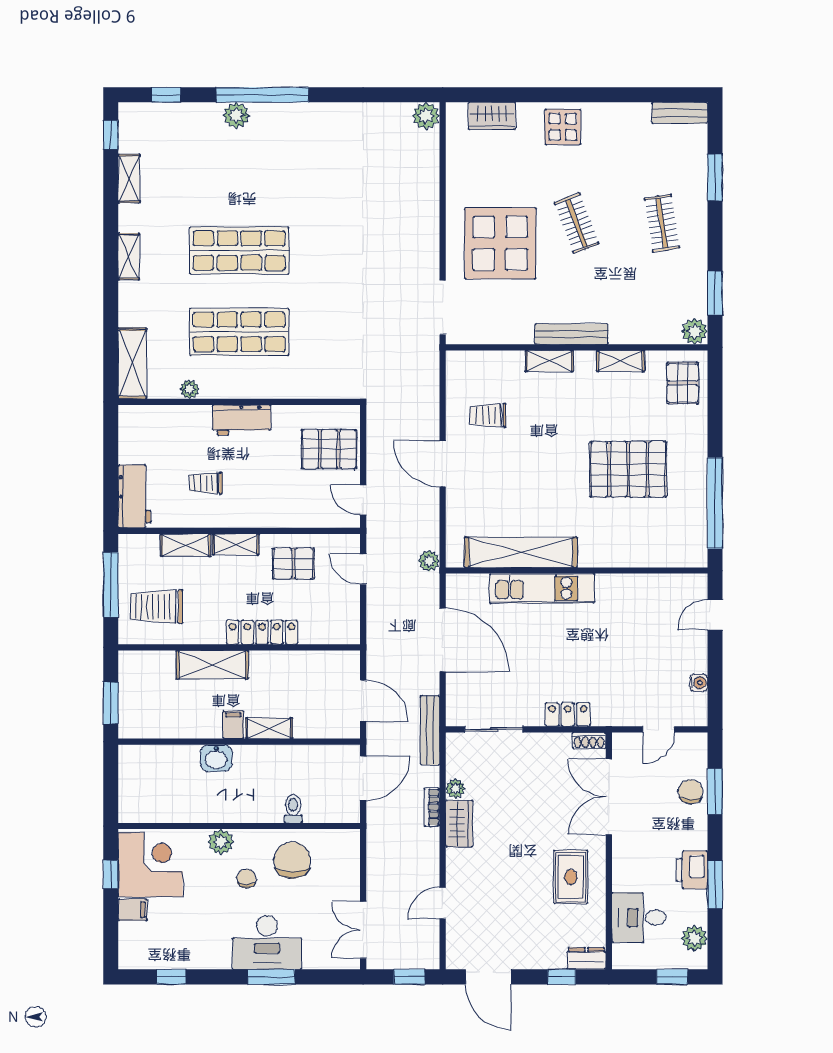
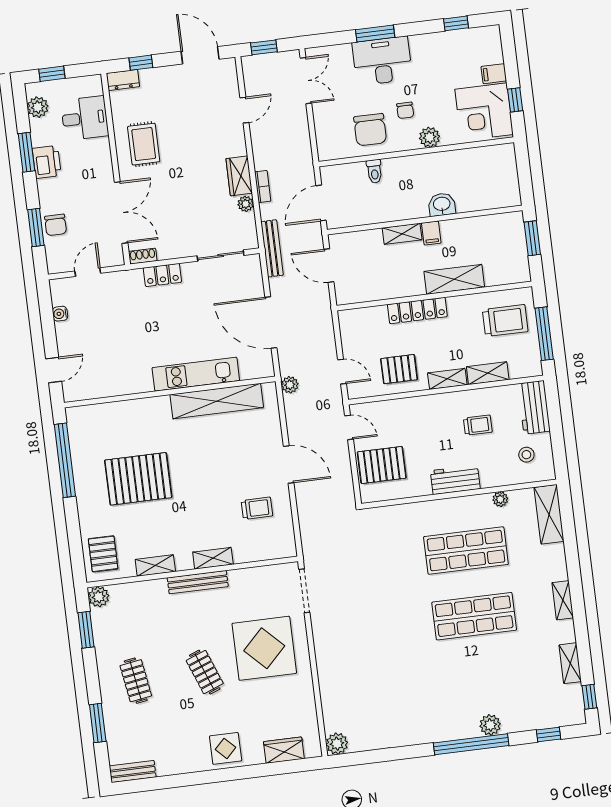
stool: (151, 440) -> (526, 455), added

